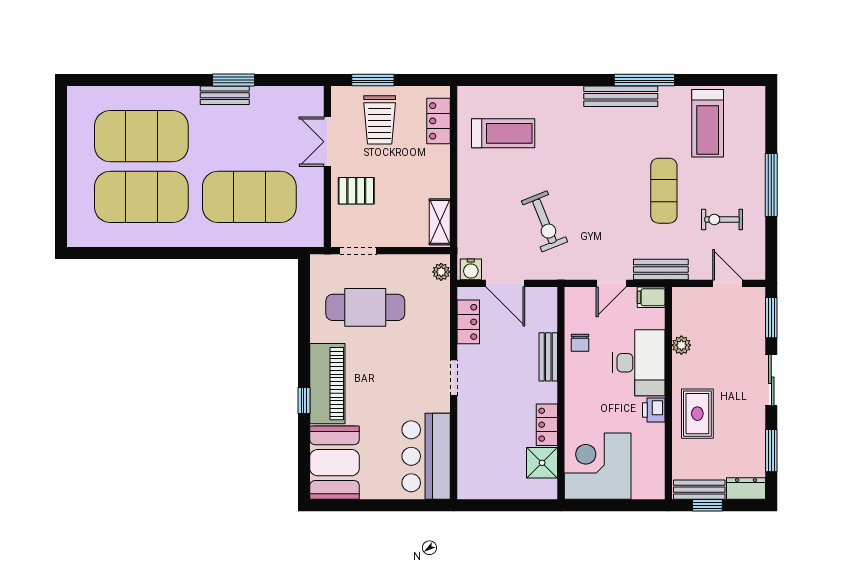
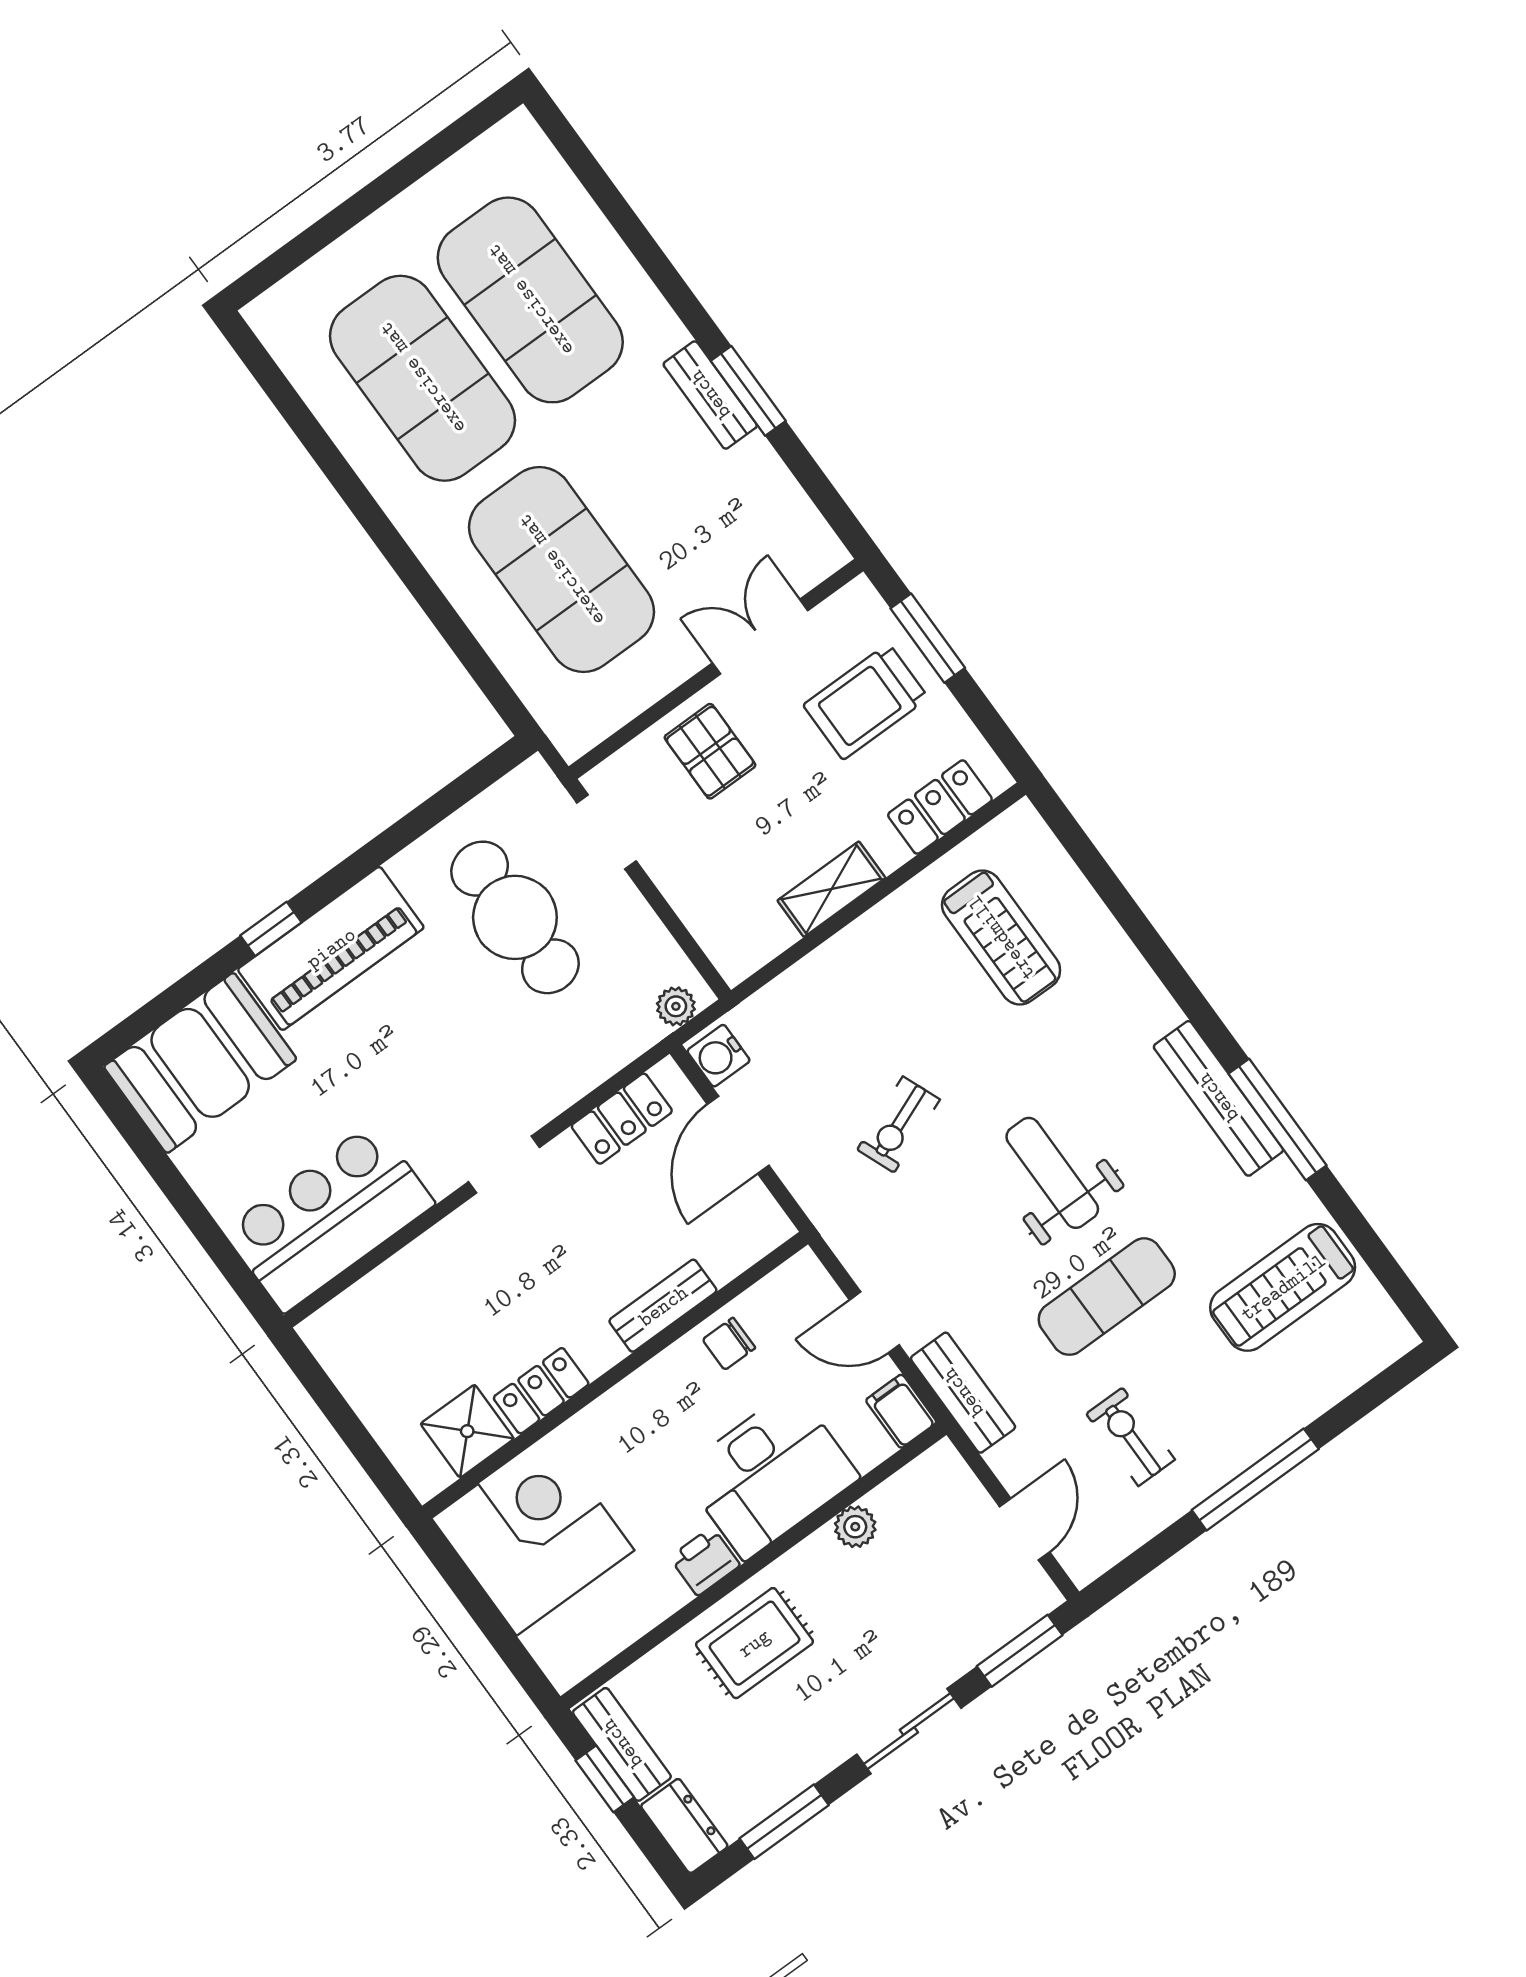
weight bench: (604, 178) -> (1052, 1173), added
exercise bike: (545, 221) -> (898, 1124), width x0.73, depth x0.72
shelving: (440, 222) -> (831, 889), moved

